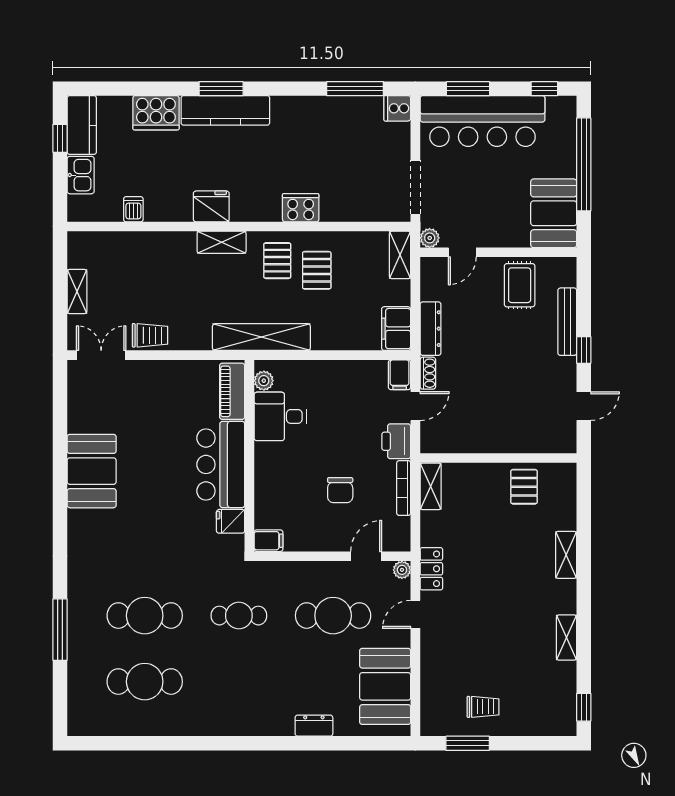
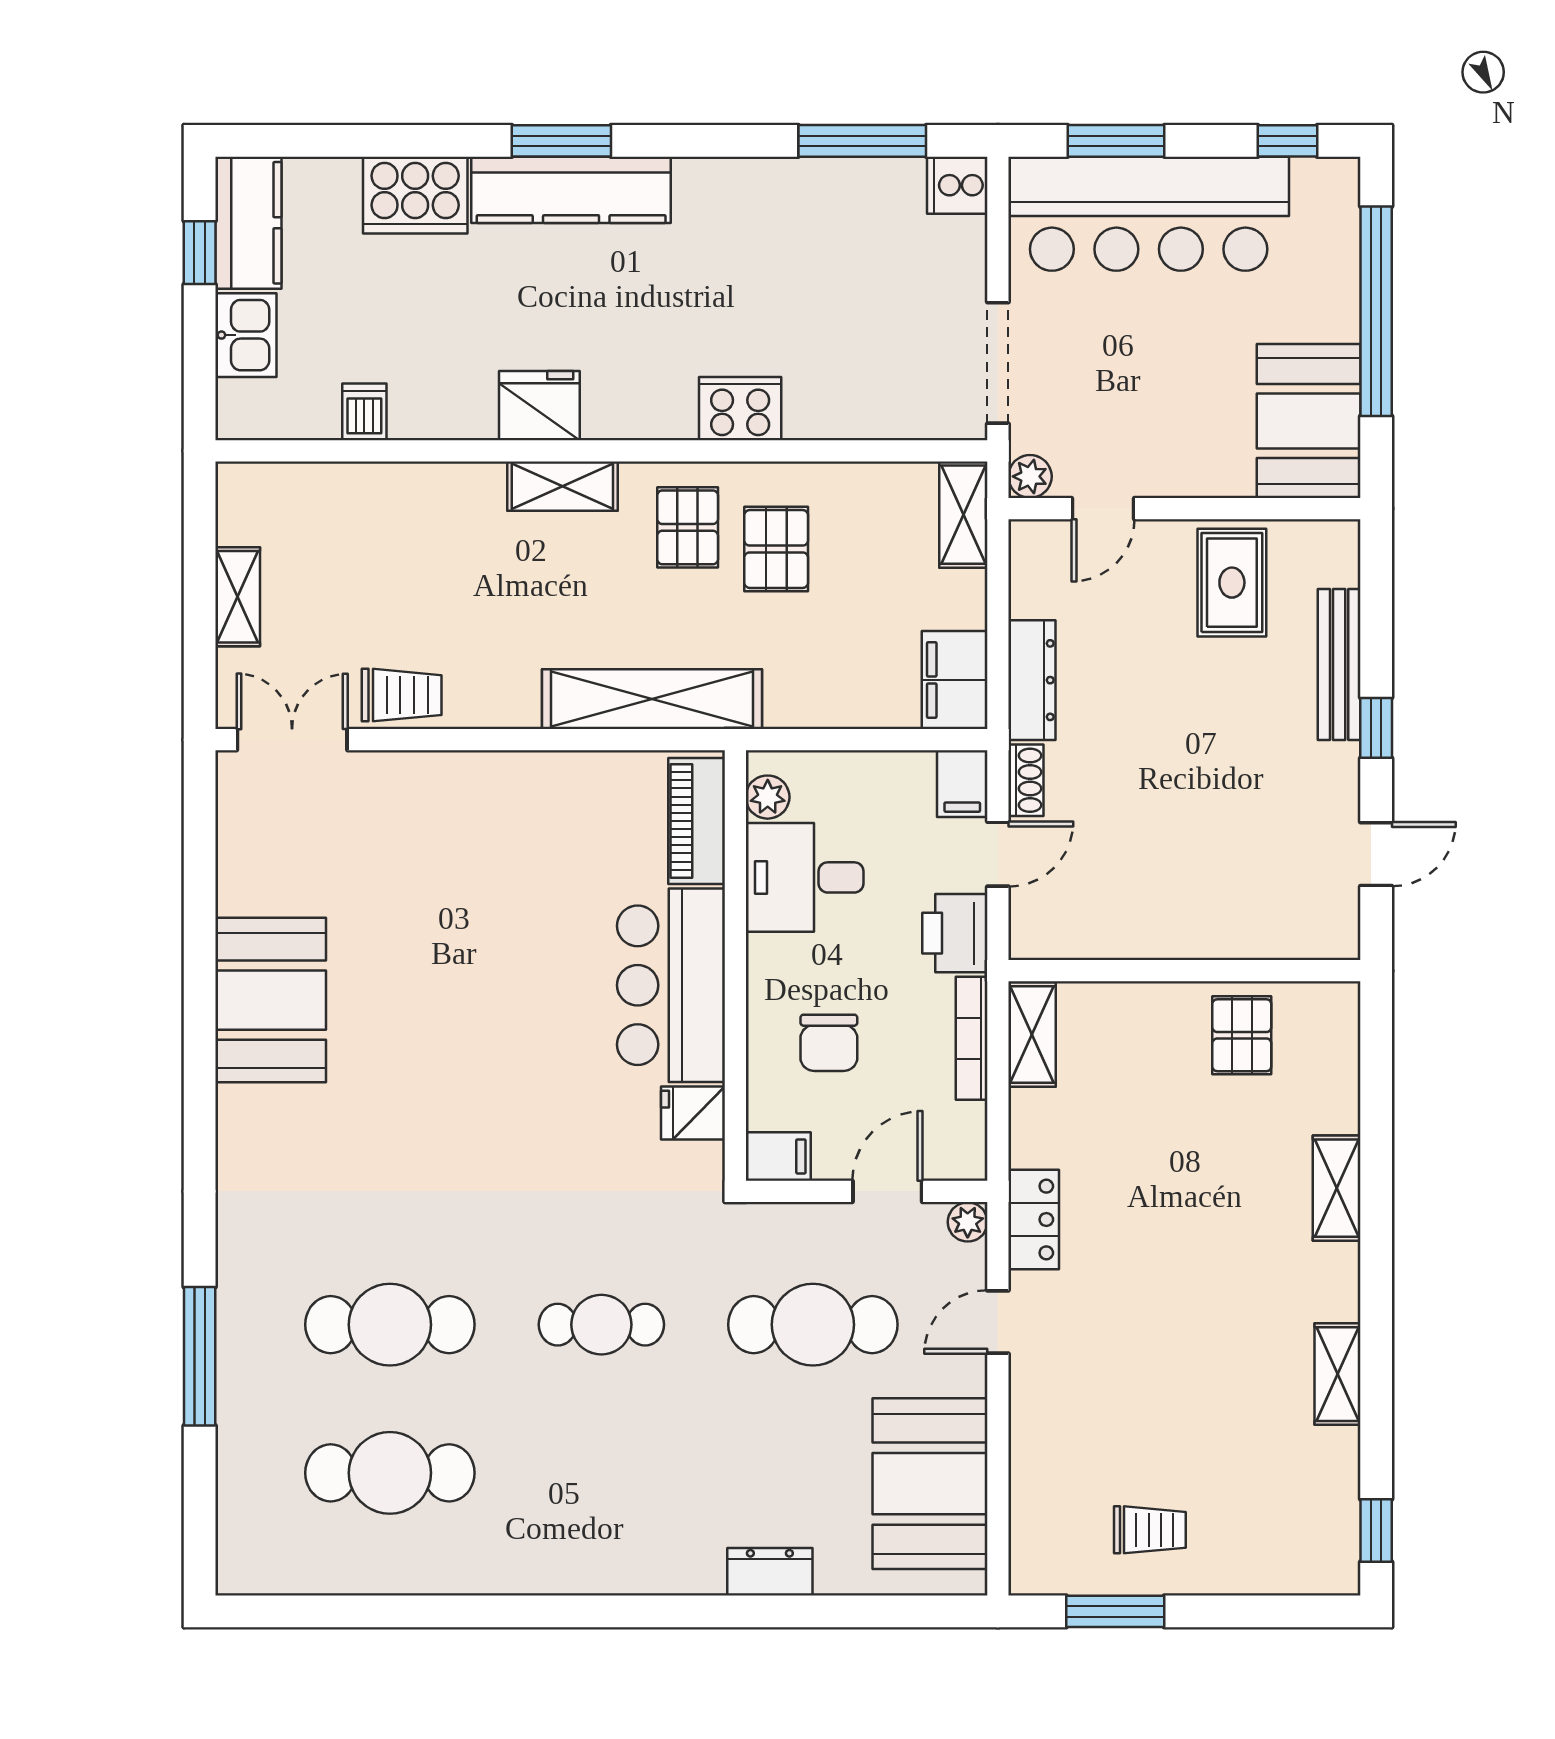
plant: (264, 381) -> (768, 797), moved
piano: (232, 391) -> (697, 821), moved
desk: (280, 416) -> (805, 877), moved
wall: (249, 456) -> (735, 965), moved
bar counter: (221, 464) -> (671, 985), moved
fridge: (231, 521) -> (693, 1113), moved
filing cabinet: (269, 541) -> (778, 1156), moved

